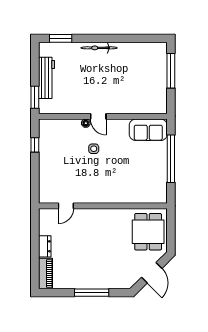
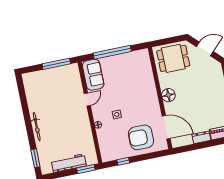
window: (171, 71) -> (56, 64), moved
door: (98, 116) -> (87, 100), moved
armchair: (60, 173) -> (141, 137), added
door: (66, 206) -> (166, 127), width x1.88
floor lamp: (104, 217) -> (168, 95), added

